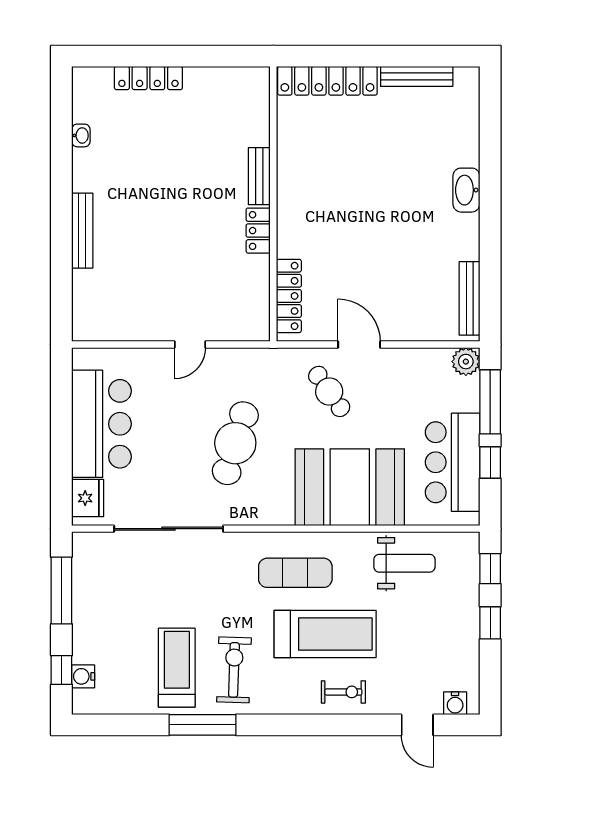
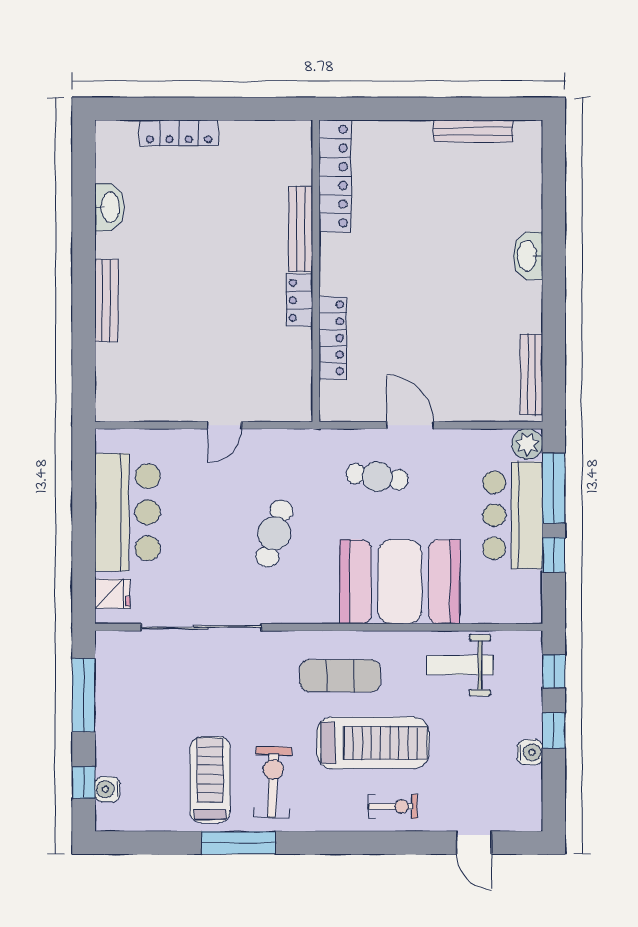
locker: (327, 81) -> (335, 176), moved, turned -90
washbasin: (81, 135) -> (109, 207), width x1.91, depth x1.45
bench: (259, 176) -> (301, 229), width x1.36
locker: (289, 296) -> (333, 338), moved
cafe table: (329, 391) -> (377, 477), turned -47
cafe table: (235, 443) -> (274, 533), width x0.73, depth x0.74
bar counter: (453, 462) -> (513, 515), moved
fridge: (88, 498) -> (112, 594), width x0.72
weight bench: (404, 563) -> (460, 665), turned 180
water cooler: (455, 703) -> (530, 752), moved, turned -90

